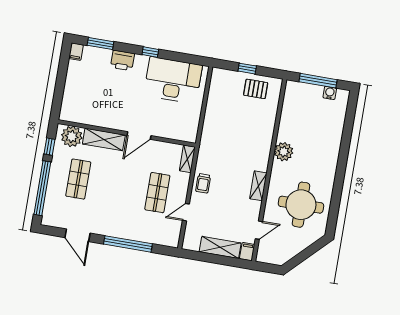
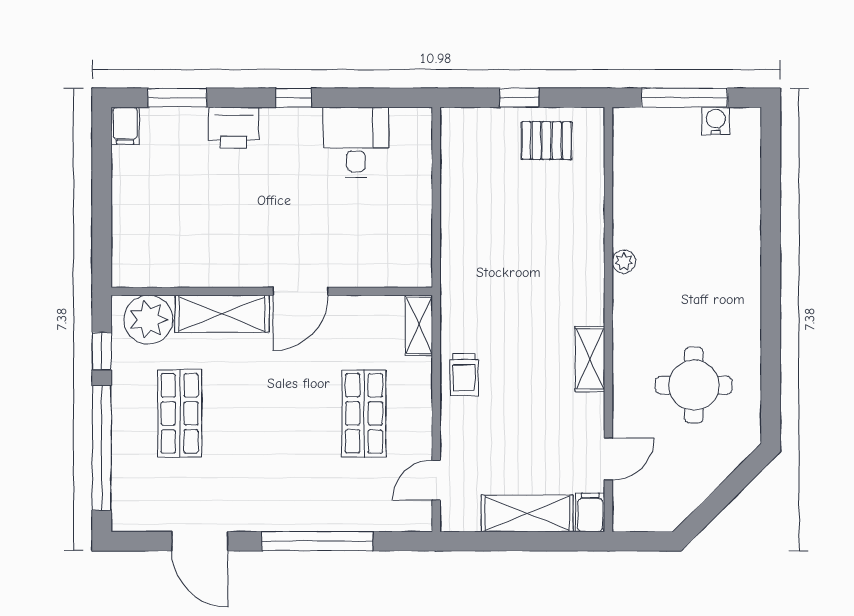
desk: (173, 80) -> (356, 142), width x0.53, depth x0.77
plant: (284, 152) -> (624, 262), width x0.53, depth x0.53
round table: (301, 205) -> (694, 385), width x0.73, depth x0.73
door: (186, 212) -> (436, 480), moved

